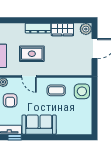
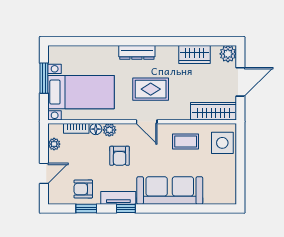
dresser: (38, 28) -> (137, 52), moved
wardrobe: (76, 69) -> (214, 111), added
sofa: (39, 125) -> (170, 190), width x1.36

